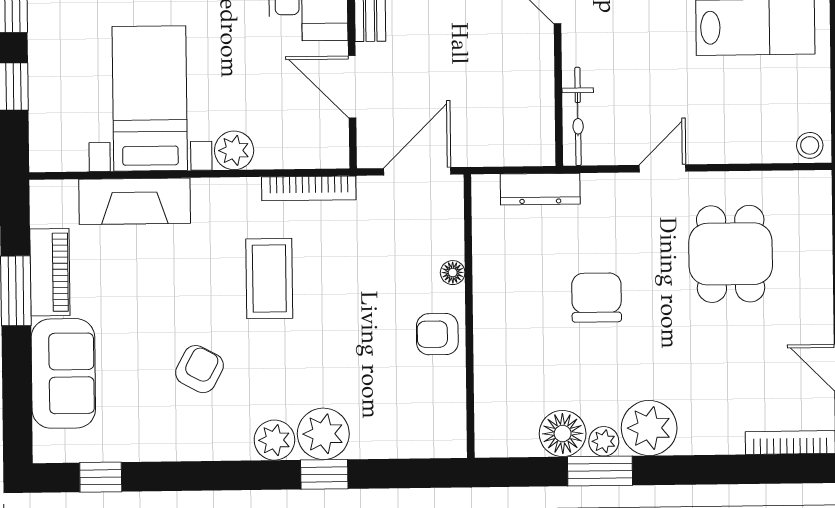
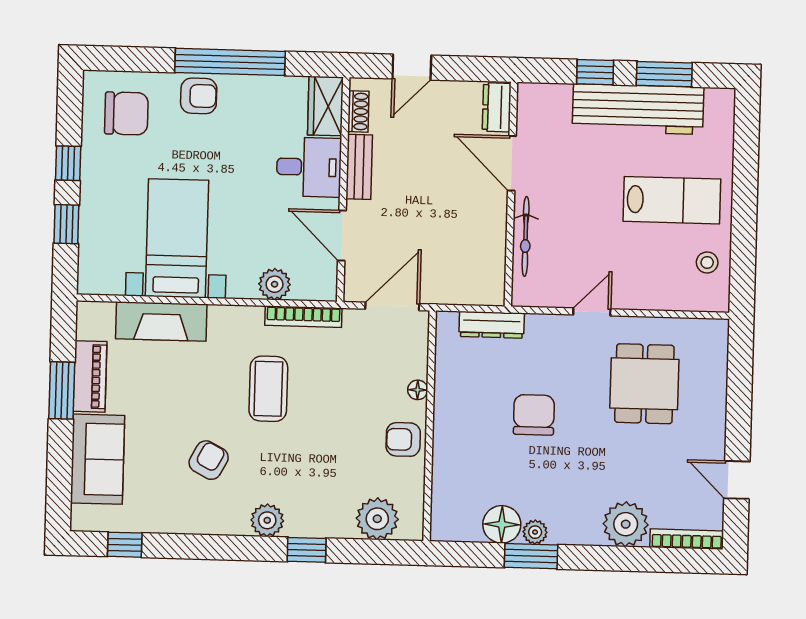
bicycle: (578, 116) -> (526, 236), moved
stool: (810, 145) -> (707, 262), moved
plant: (234, 150) -> (275, 284), moved
plant: (649, 428) -> (626, 524), moved
plant: (323, 434) -> (377, 519), moved

